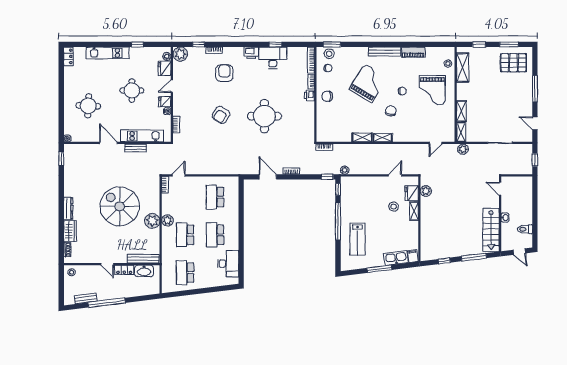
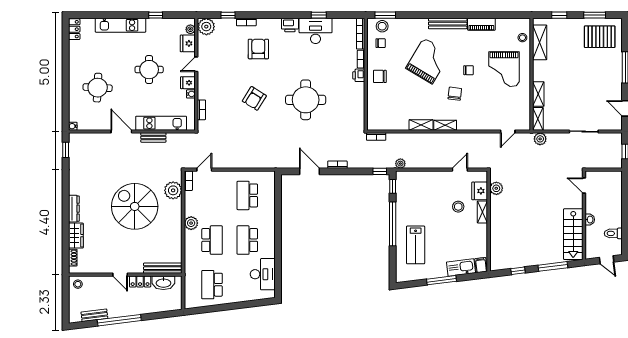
plant: (152, 221) -> (173, 190), moved
school desk: (185, 235) -> (212, 240), turned 180

